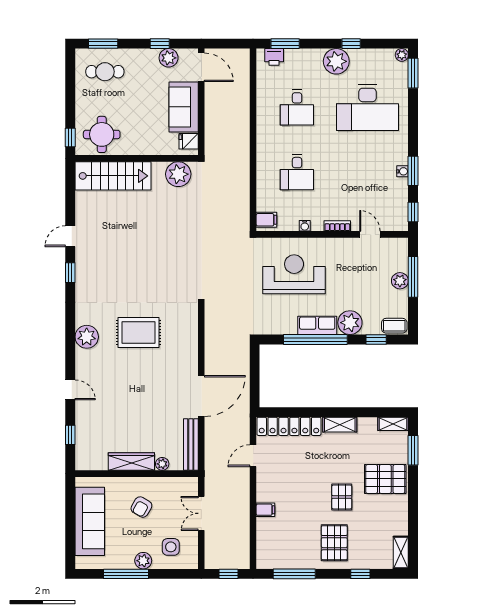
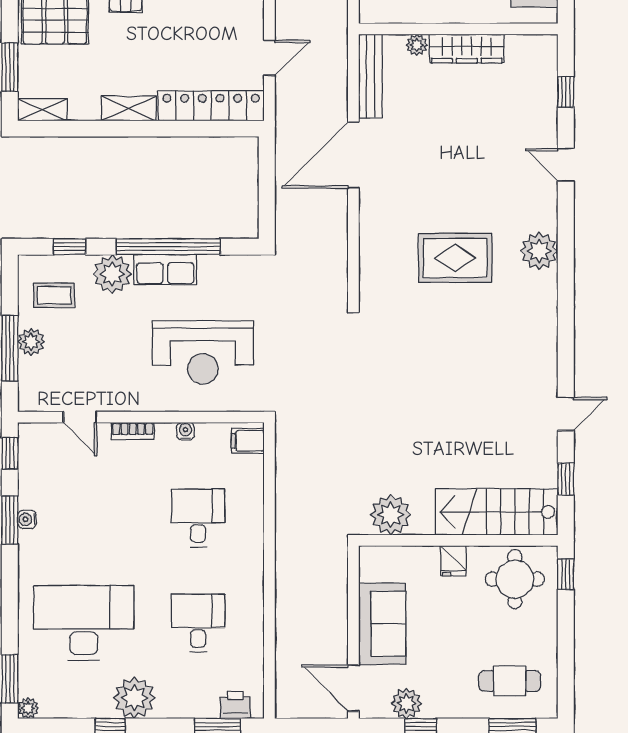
fridge: (189, 141) -> (453, 561), moved, turned 90
window: (70, 273) -> (566, 479), moved
coffee table: (394, 326) -> (54, 295), moved

